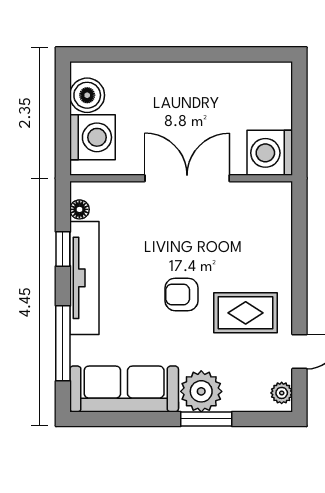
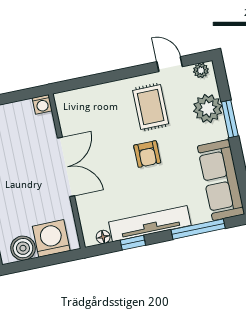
washing machine: (270, 153) -> (42, 104), width x0.53, depth x0.53
double door: (187, 178) -> (66, 167), swing flipped
plant: (201, 391) -> (208, 108), moved

